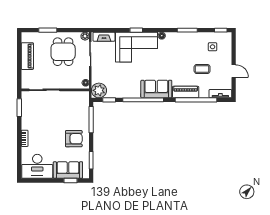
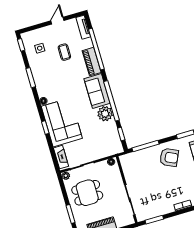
plant: (99, 90) -> (105, 114), moved
armchair: (74, 139) -> (169, 157), turned 115

